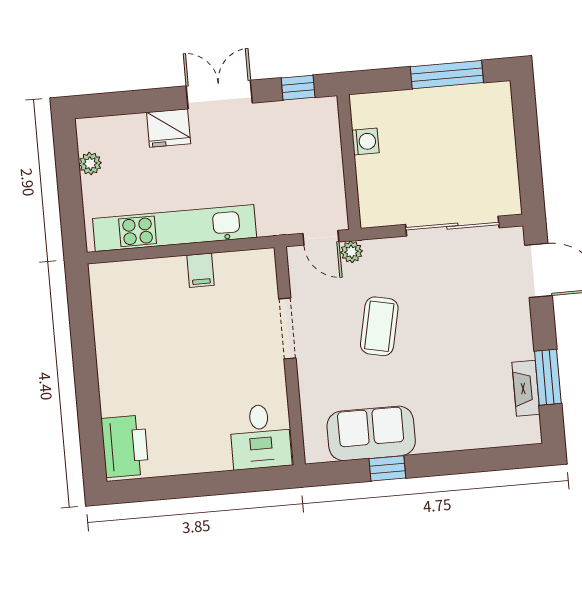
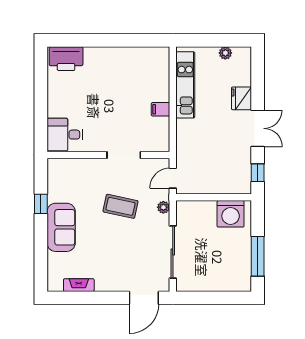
washing machine: (365, 142) -> (231, 214), width x1.89, depth x1.89
kitchen unit: (175, 228) -> (185, 85), width x0.73
plant: (351, 252) -> (163, 207), moved
window: (548, 377) -> (84, 298), removed
sofa: (371, 433) -> (61, 227), moved

